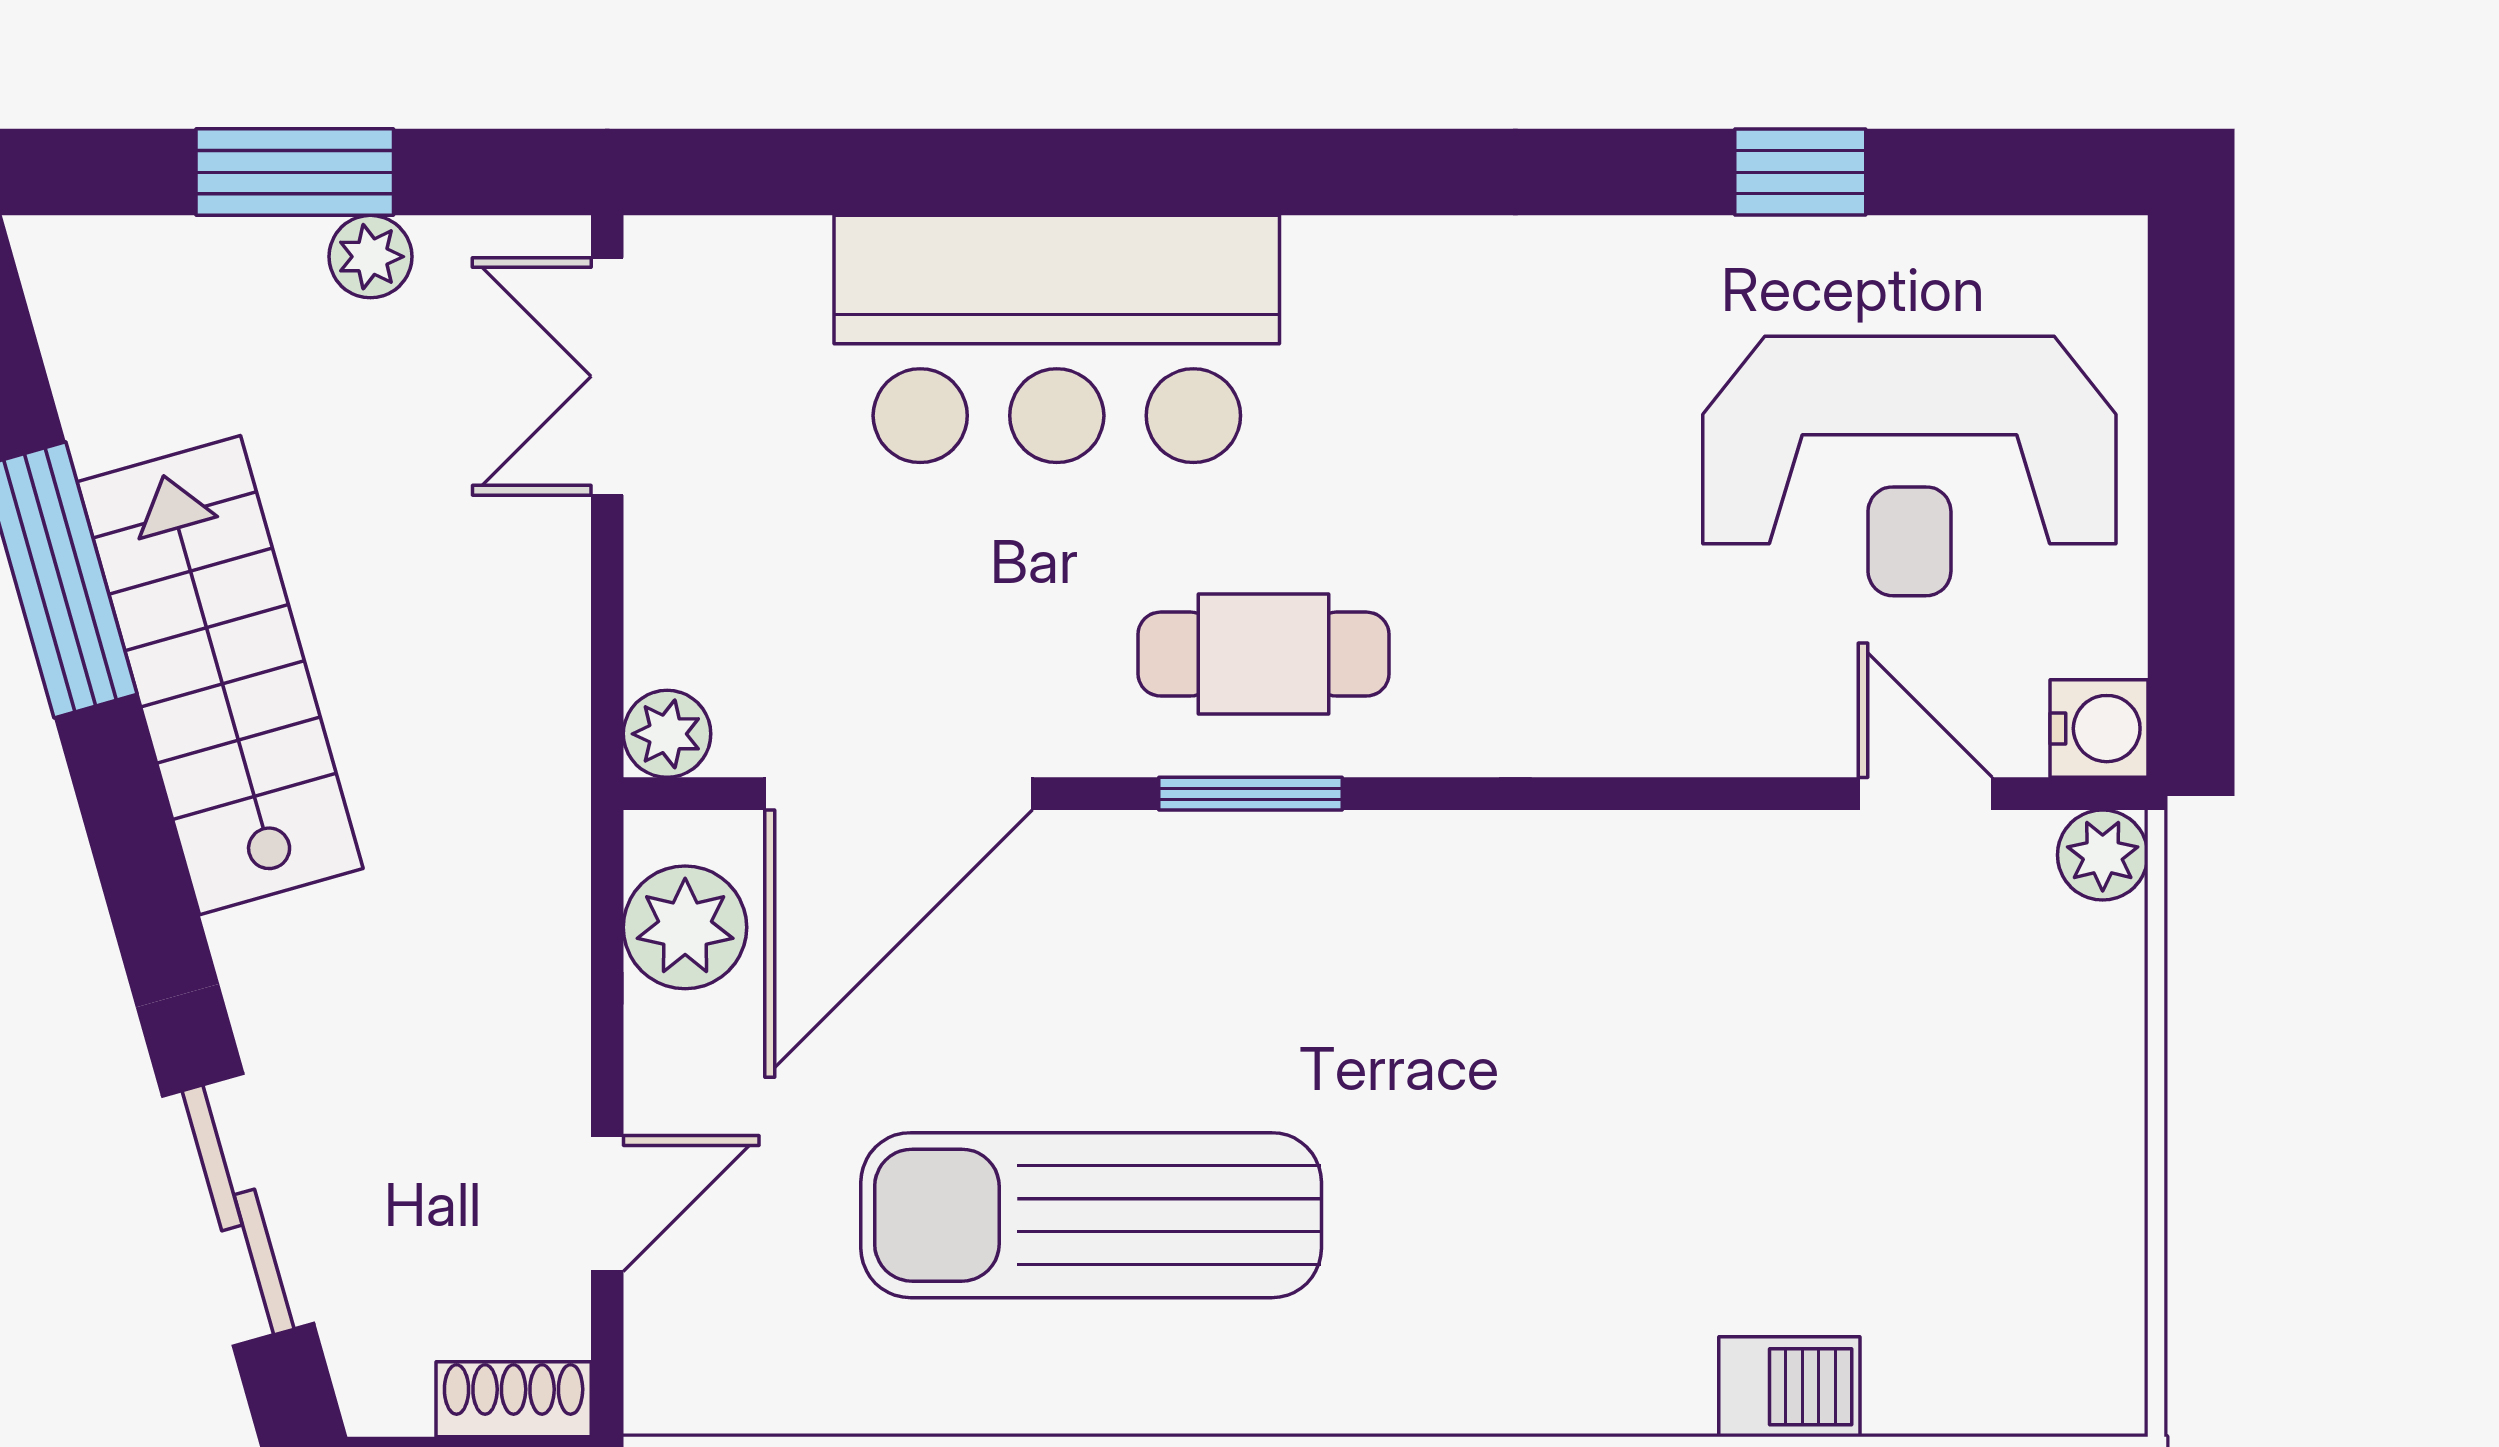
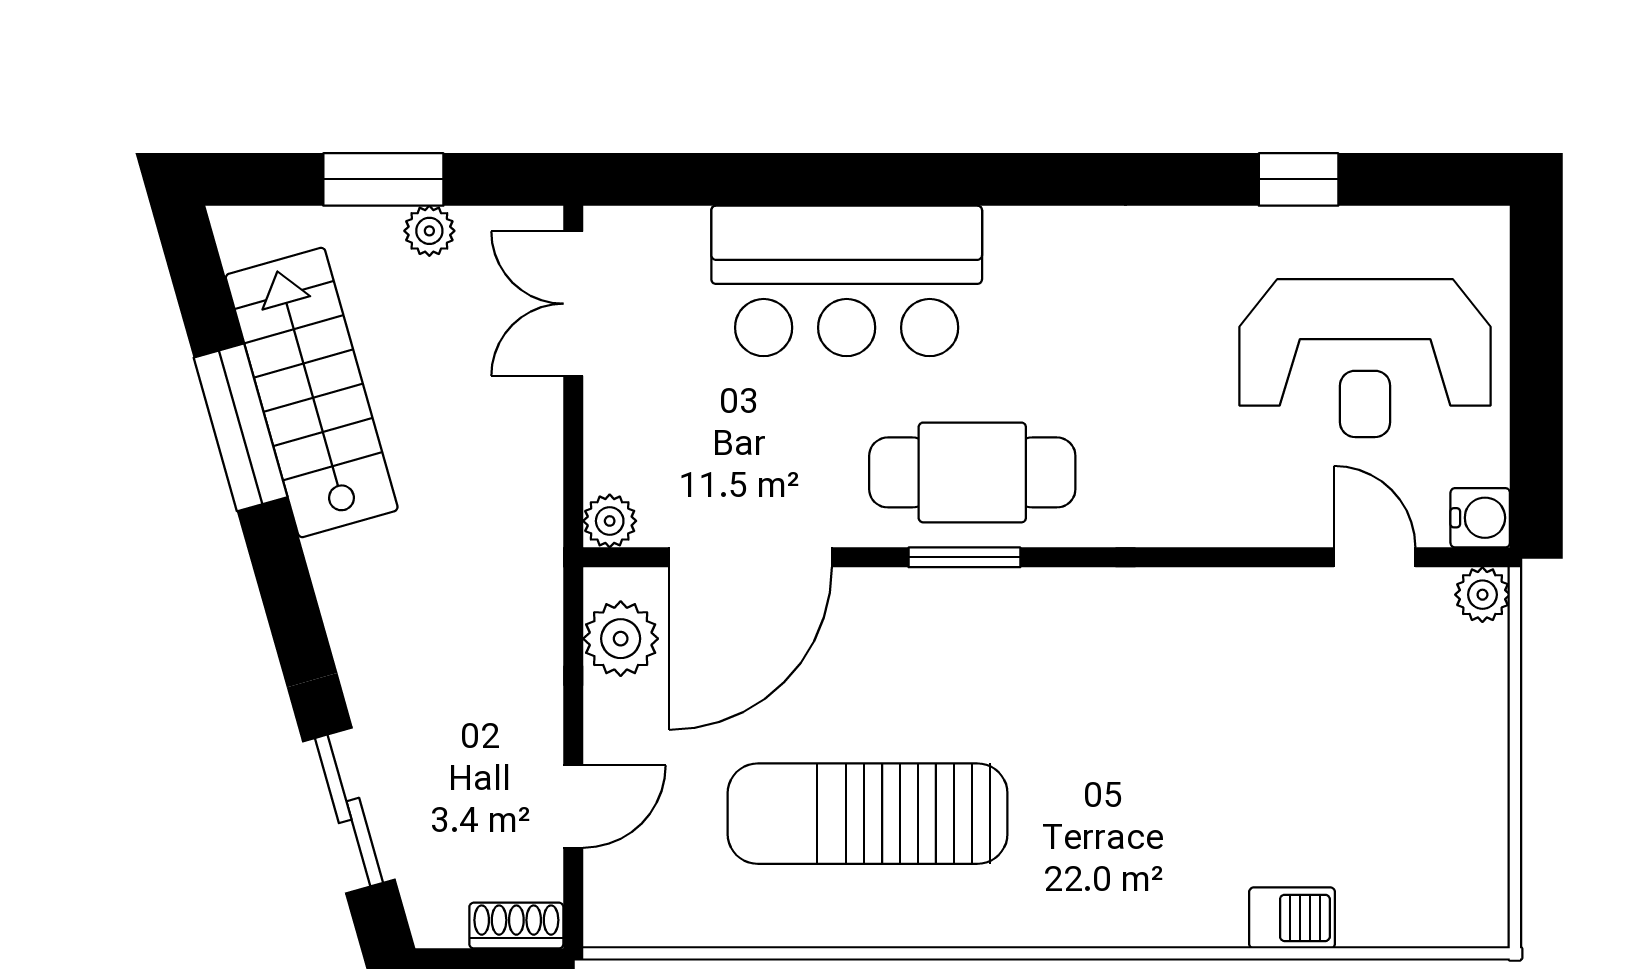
cafe table: (1263, 654) -> (972, 472), width x1.37, depth x1.35
stairs: (220, 675) -> (312, 392), moved

